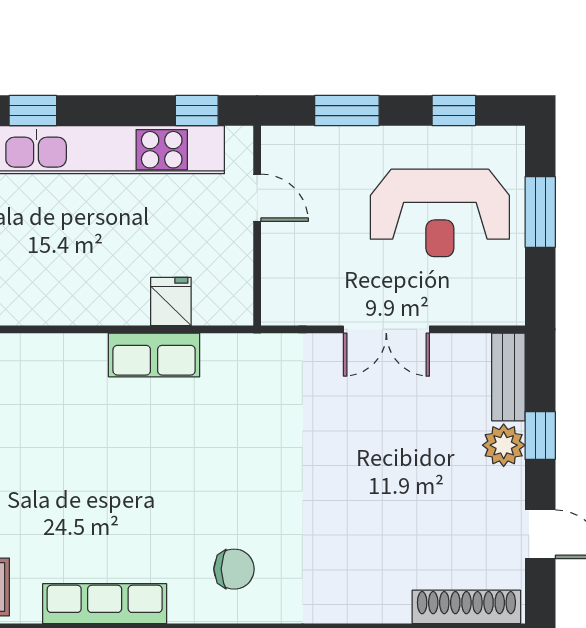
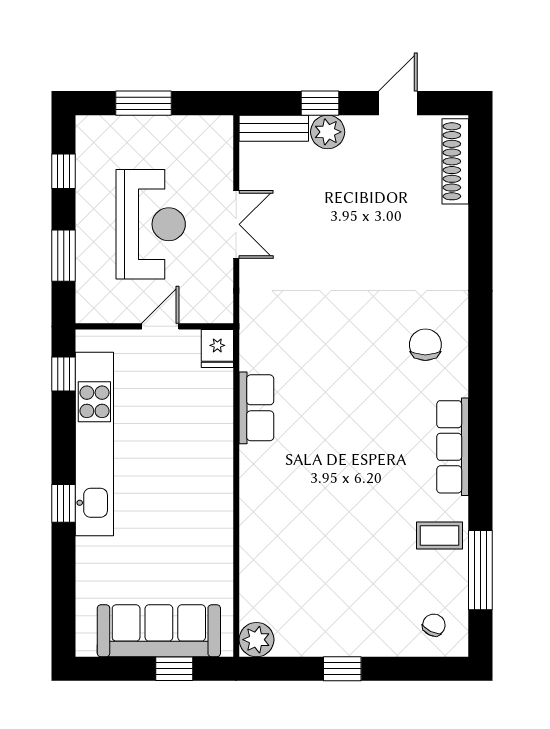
door: (257, 198) -> (160, 326), moved
reception desk: (440, 213) -> (151, 224), moved
fridge: (171, 301) -> (217, 348), moved, turned -90

